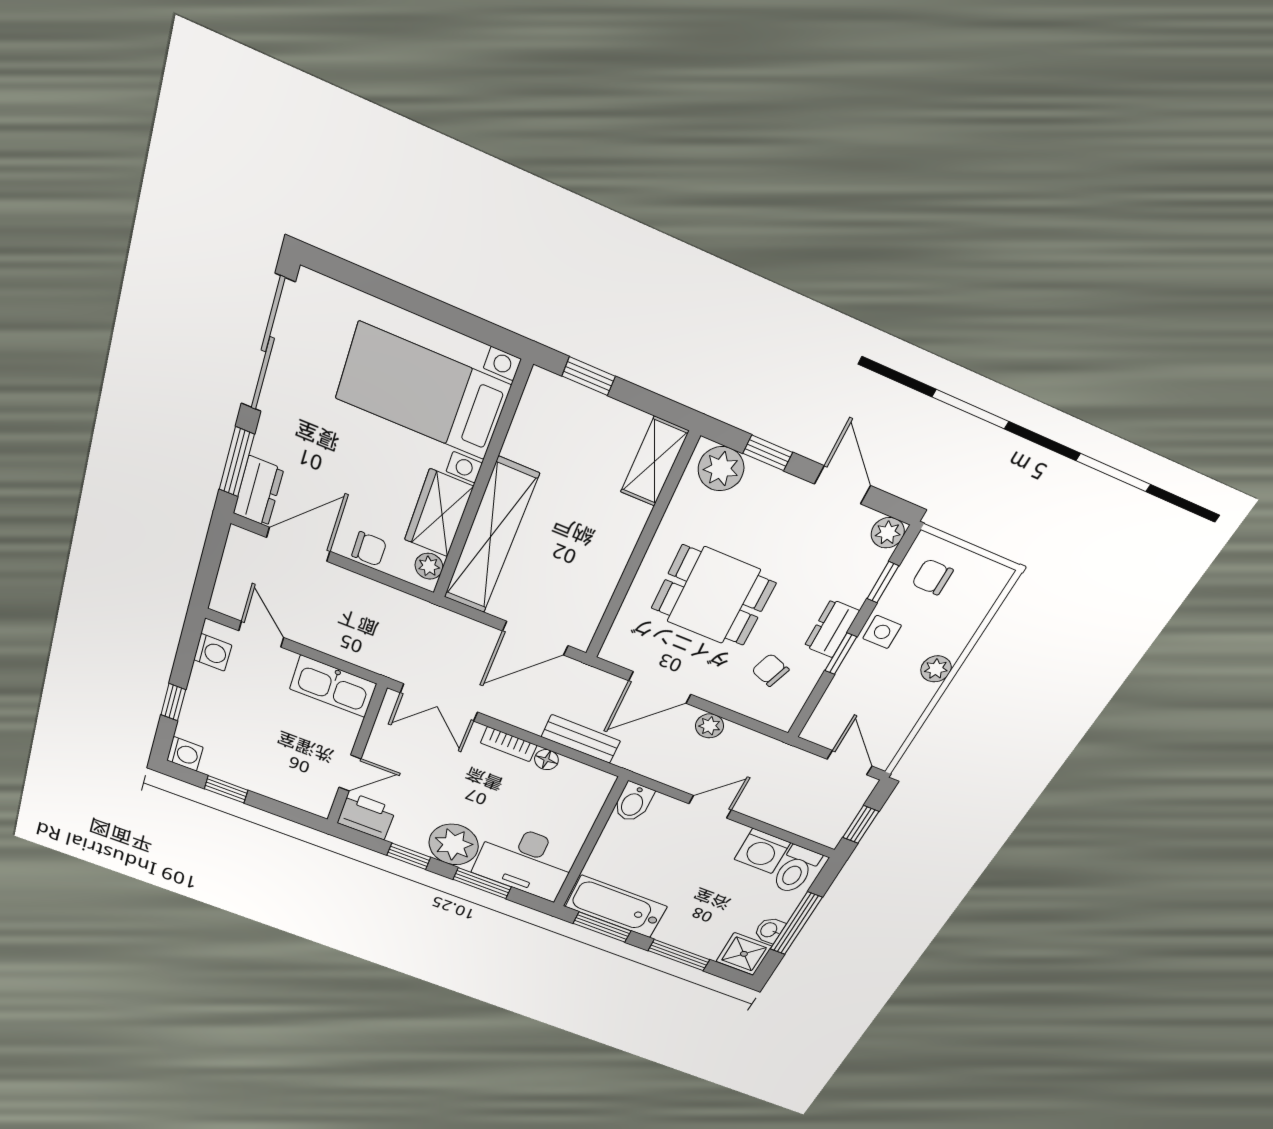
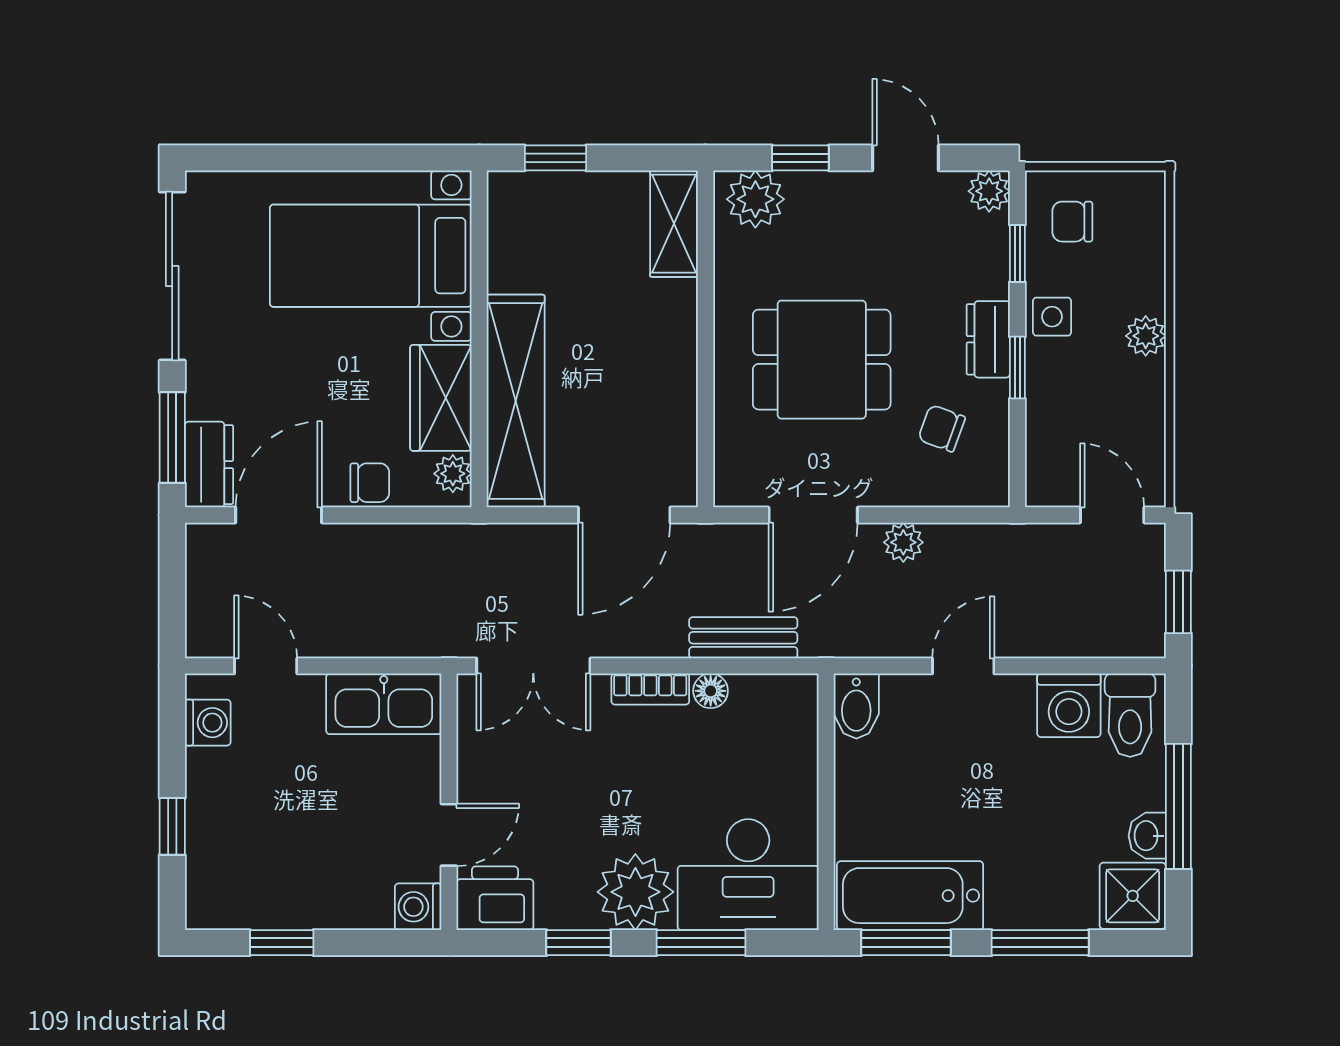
washing machine: (185, 754) -> (418, 907), moved, turned 180

